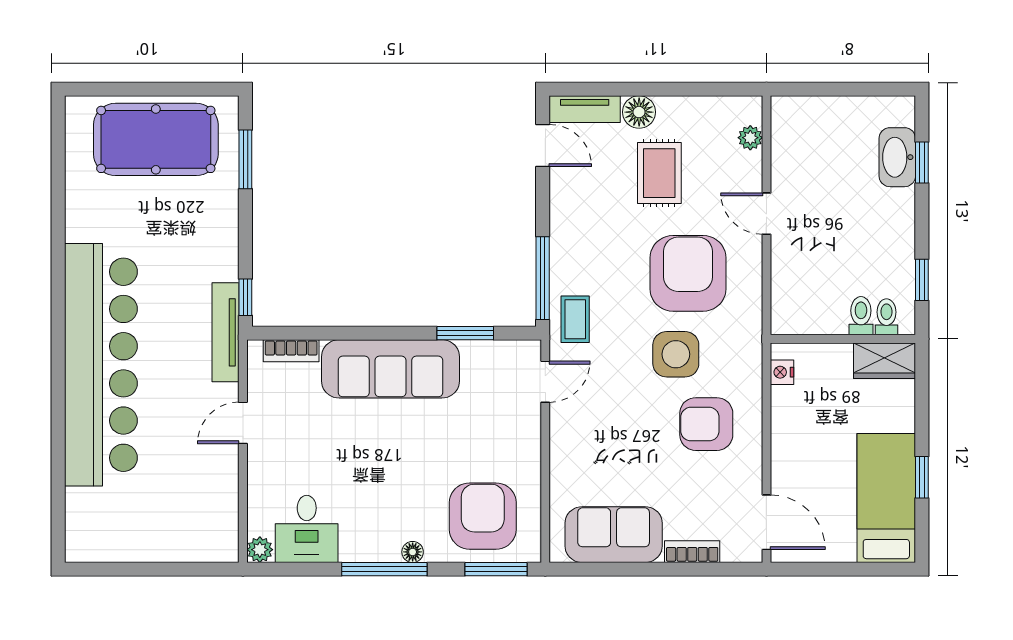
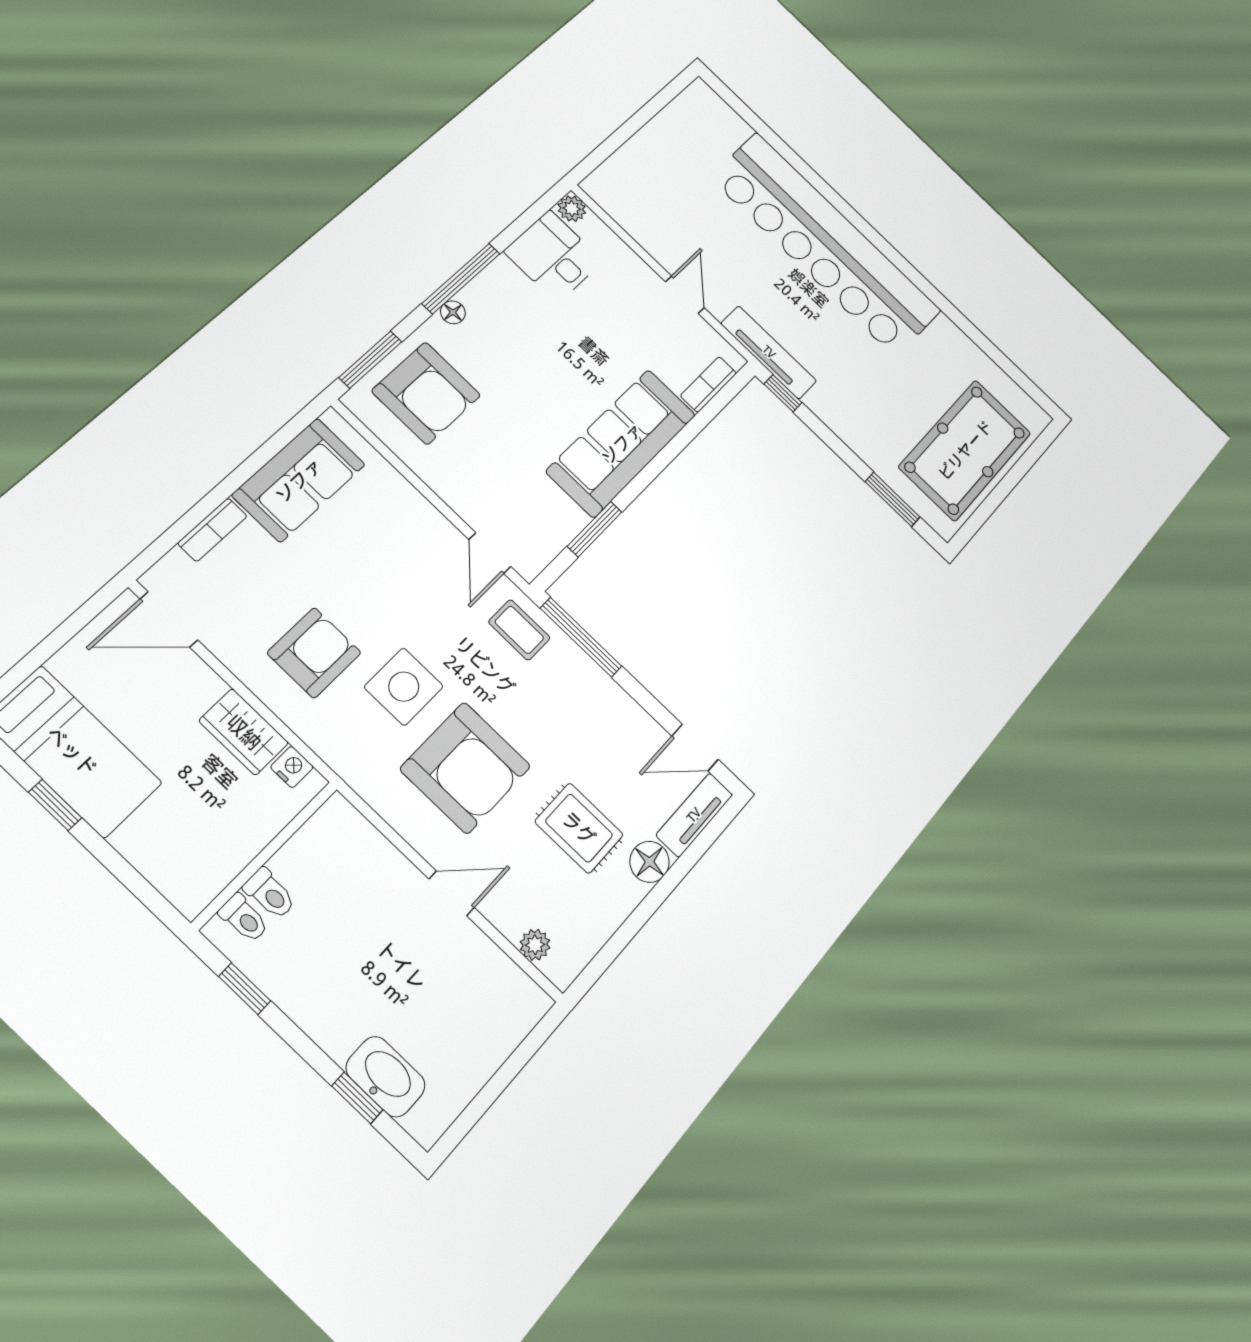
wardrobe: (884, 361) -> (244, 732), moved, turned -90

